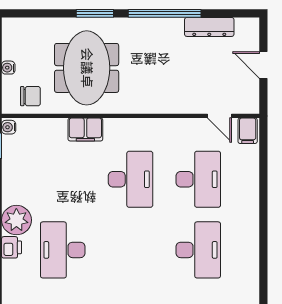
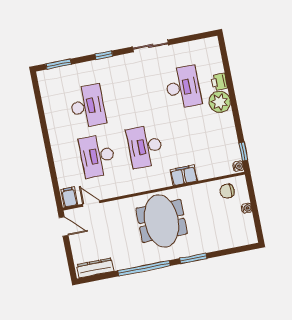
dresser: (209, 27) -> (95, 268), moved
door: (263, 65) -> (64, 226), moved
meeting table: (87, 68) -> (162, 221), moved
desk: (198, 250) -> (87, 106), turned 180

